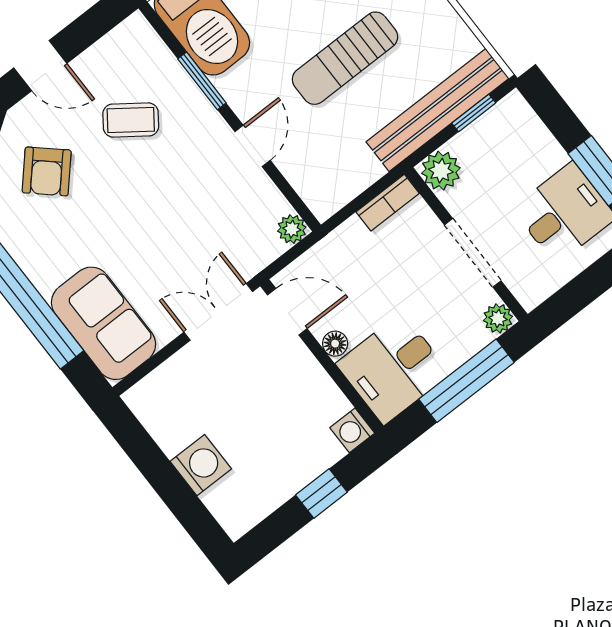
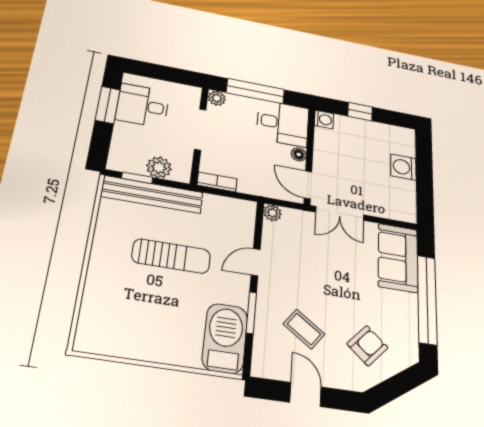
door: (40, 66) -> (306, 395), moved
plant: (441, 171) -> (159, 167), moved

